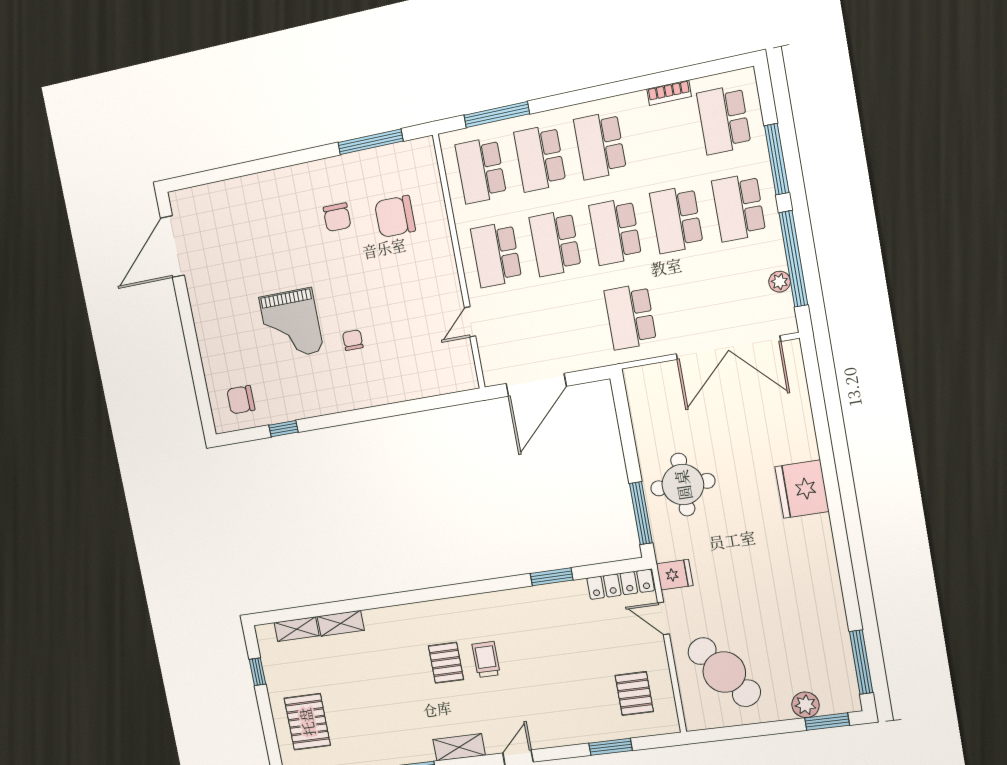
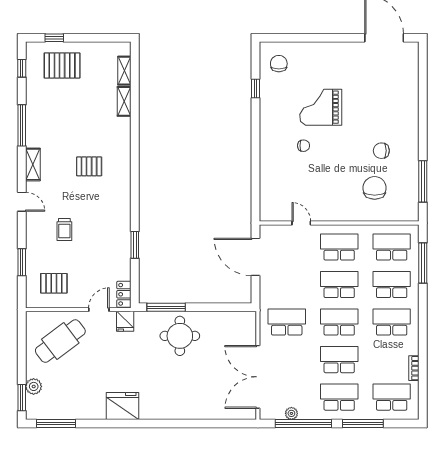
fridge: (802, 489) -> (123, 406), moved
locker: (621, 584) -> (124, 294), width x0.66
trolley: (486, 659) -> (64, 230), moved, turned 90
window: (257, 672) -> (54, 38), moved

